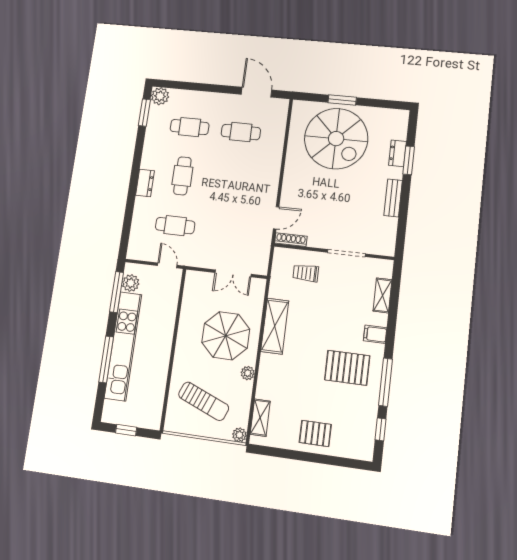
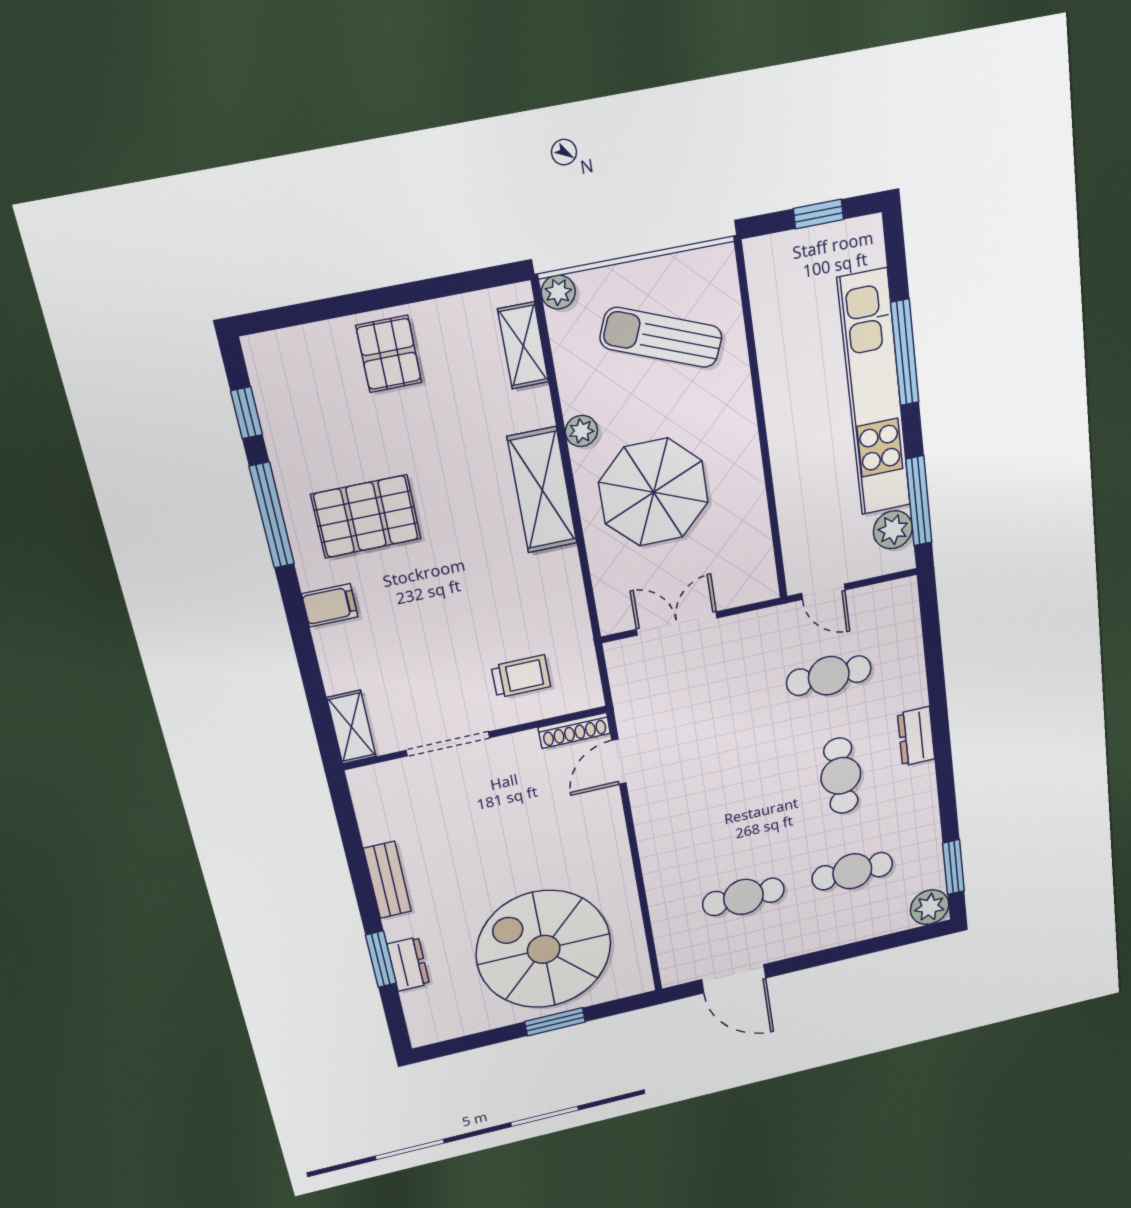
shelving: (382, 295) -> (351, 727), moved
shelving: (275, 326) -> (542, 490), moved
pallet: (315, 433) -> (389, 354), turned 90

